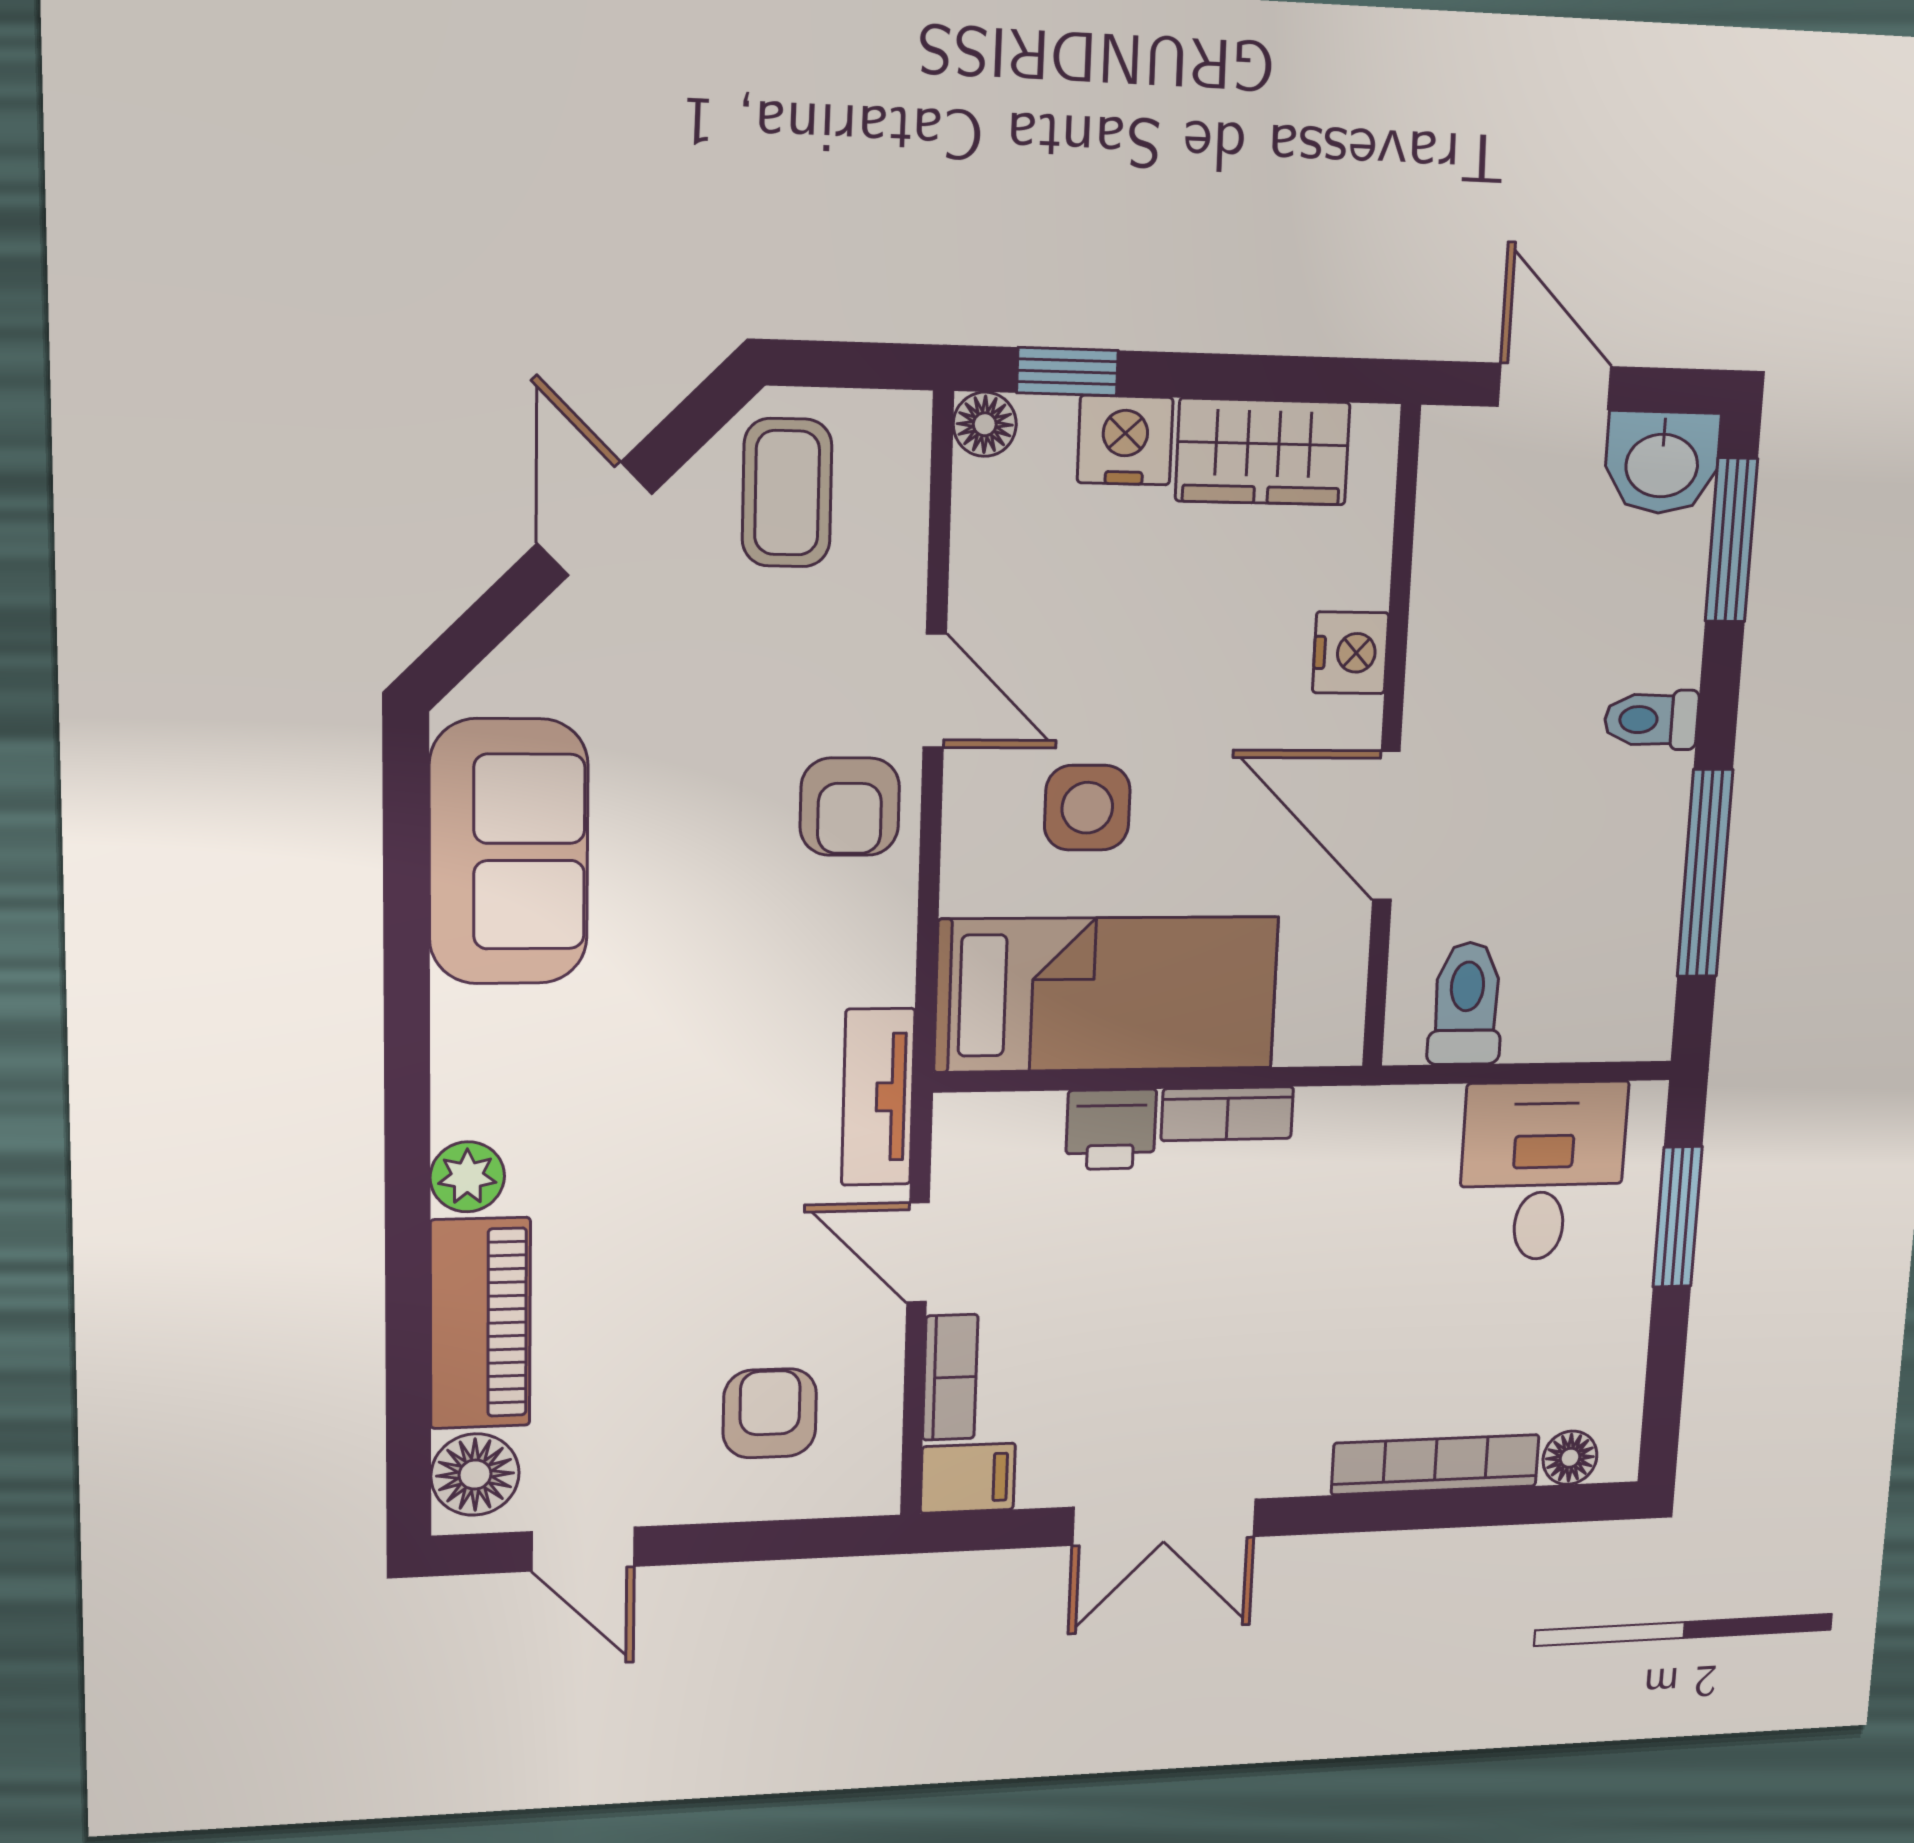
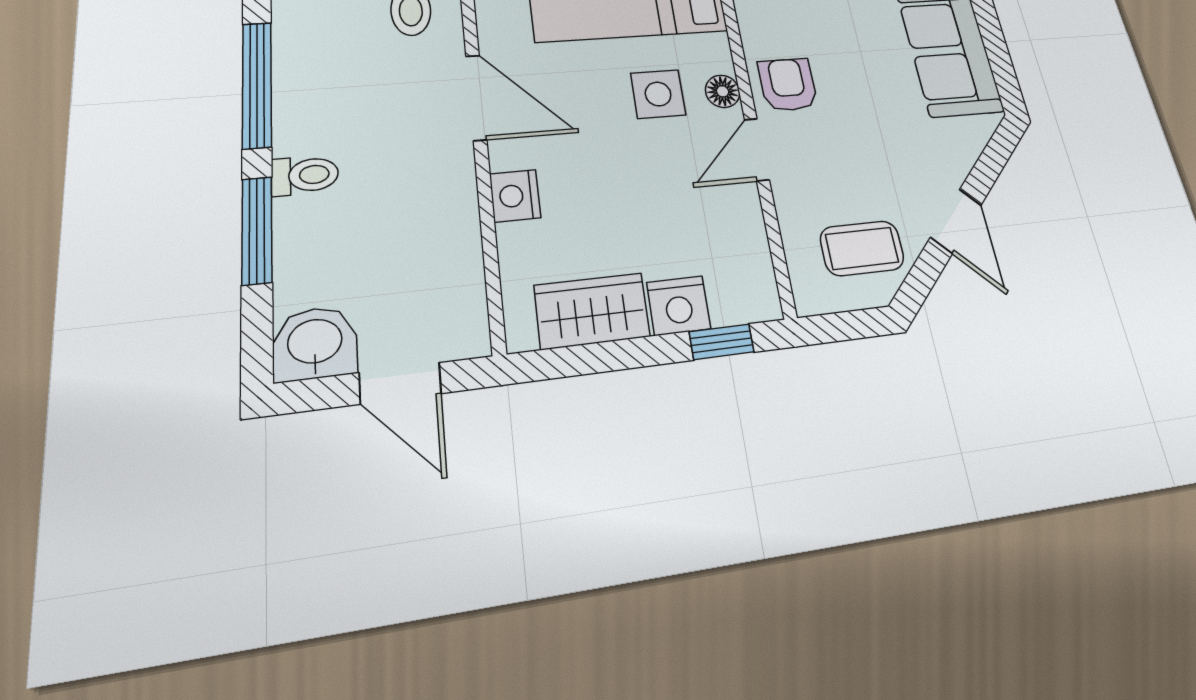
floor lamp: (985, 424) -> (723, 91), moved
coffee table: (787, 493) -> (862, 248), turned 90
window: (1731, 540) -> (257, 230), moved
door: (935, 691) -> (757, 149), hinge flipped

